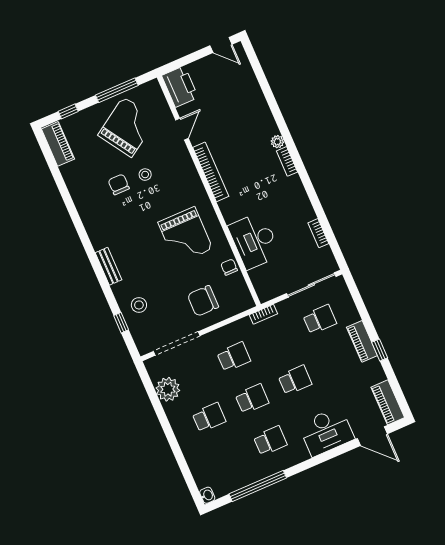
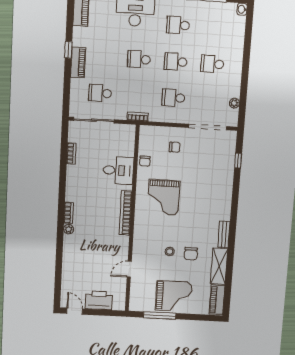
printer: (180, 86) -> (99, 300), moved, turned 90
window: (68, 111) -> (199, 317), removed
grand piano: (127, 127) -> (174, 296), moved, turned -147
bookcase: (211, 172) -> (125, 213), moved
shelving: (77, 186) -> (219, 266), added
grand piano: (185, 235) -> (164, 197), turned 180
desk: (254, 241) -> (118, 170), width x0.73
bench: (109, 266) -> (224, 234), moved
chair: (203, 301) -> (175, 147), width x0.54, depth x0.54
stool: (139, 305) -> (220, 166), removed
plant: (168, 389) -> (234, 103), width x0.53, depth x0.53

